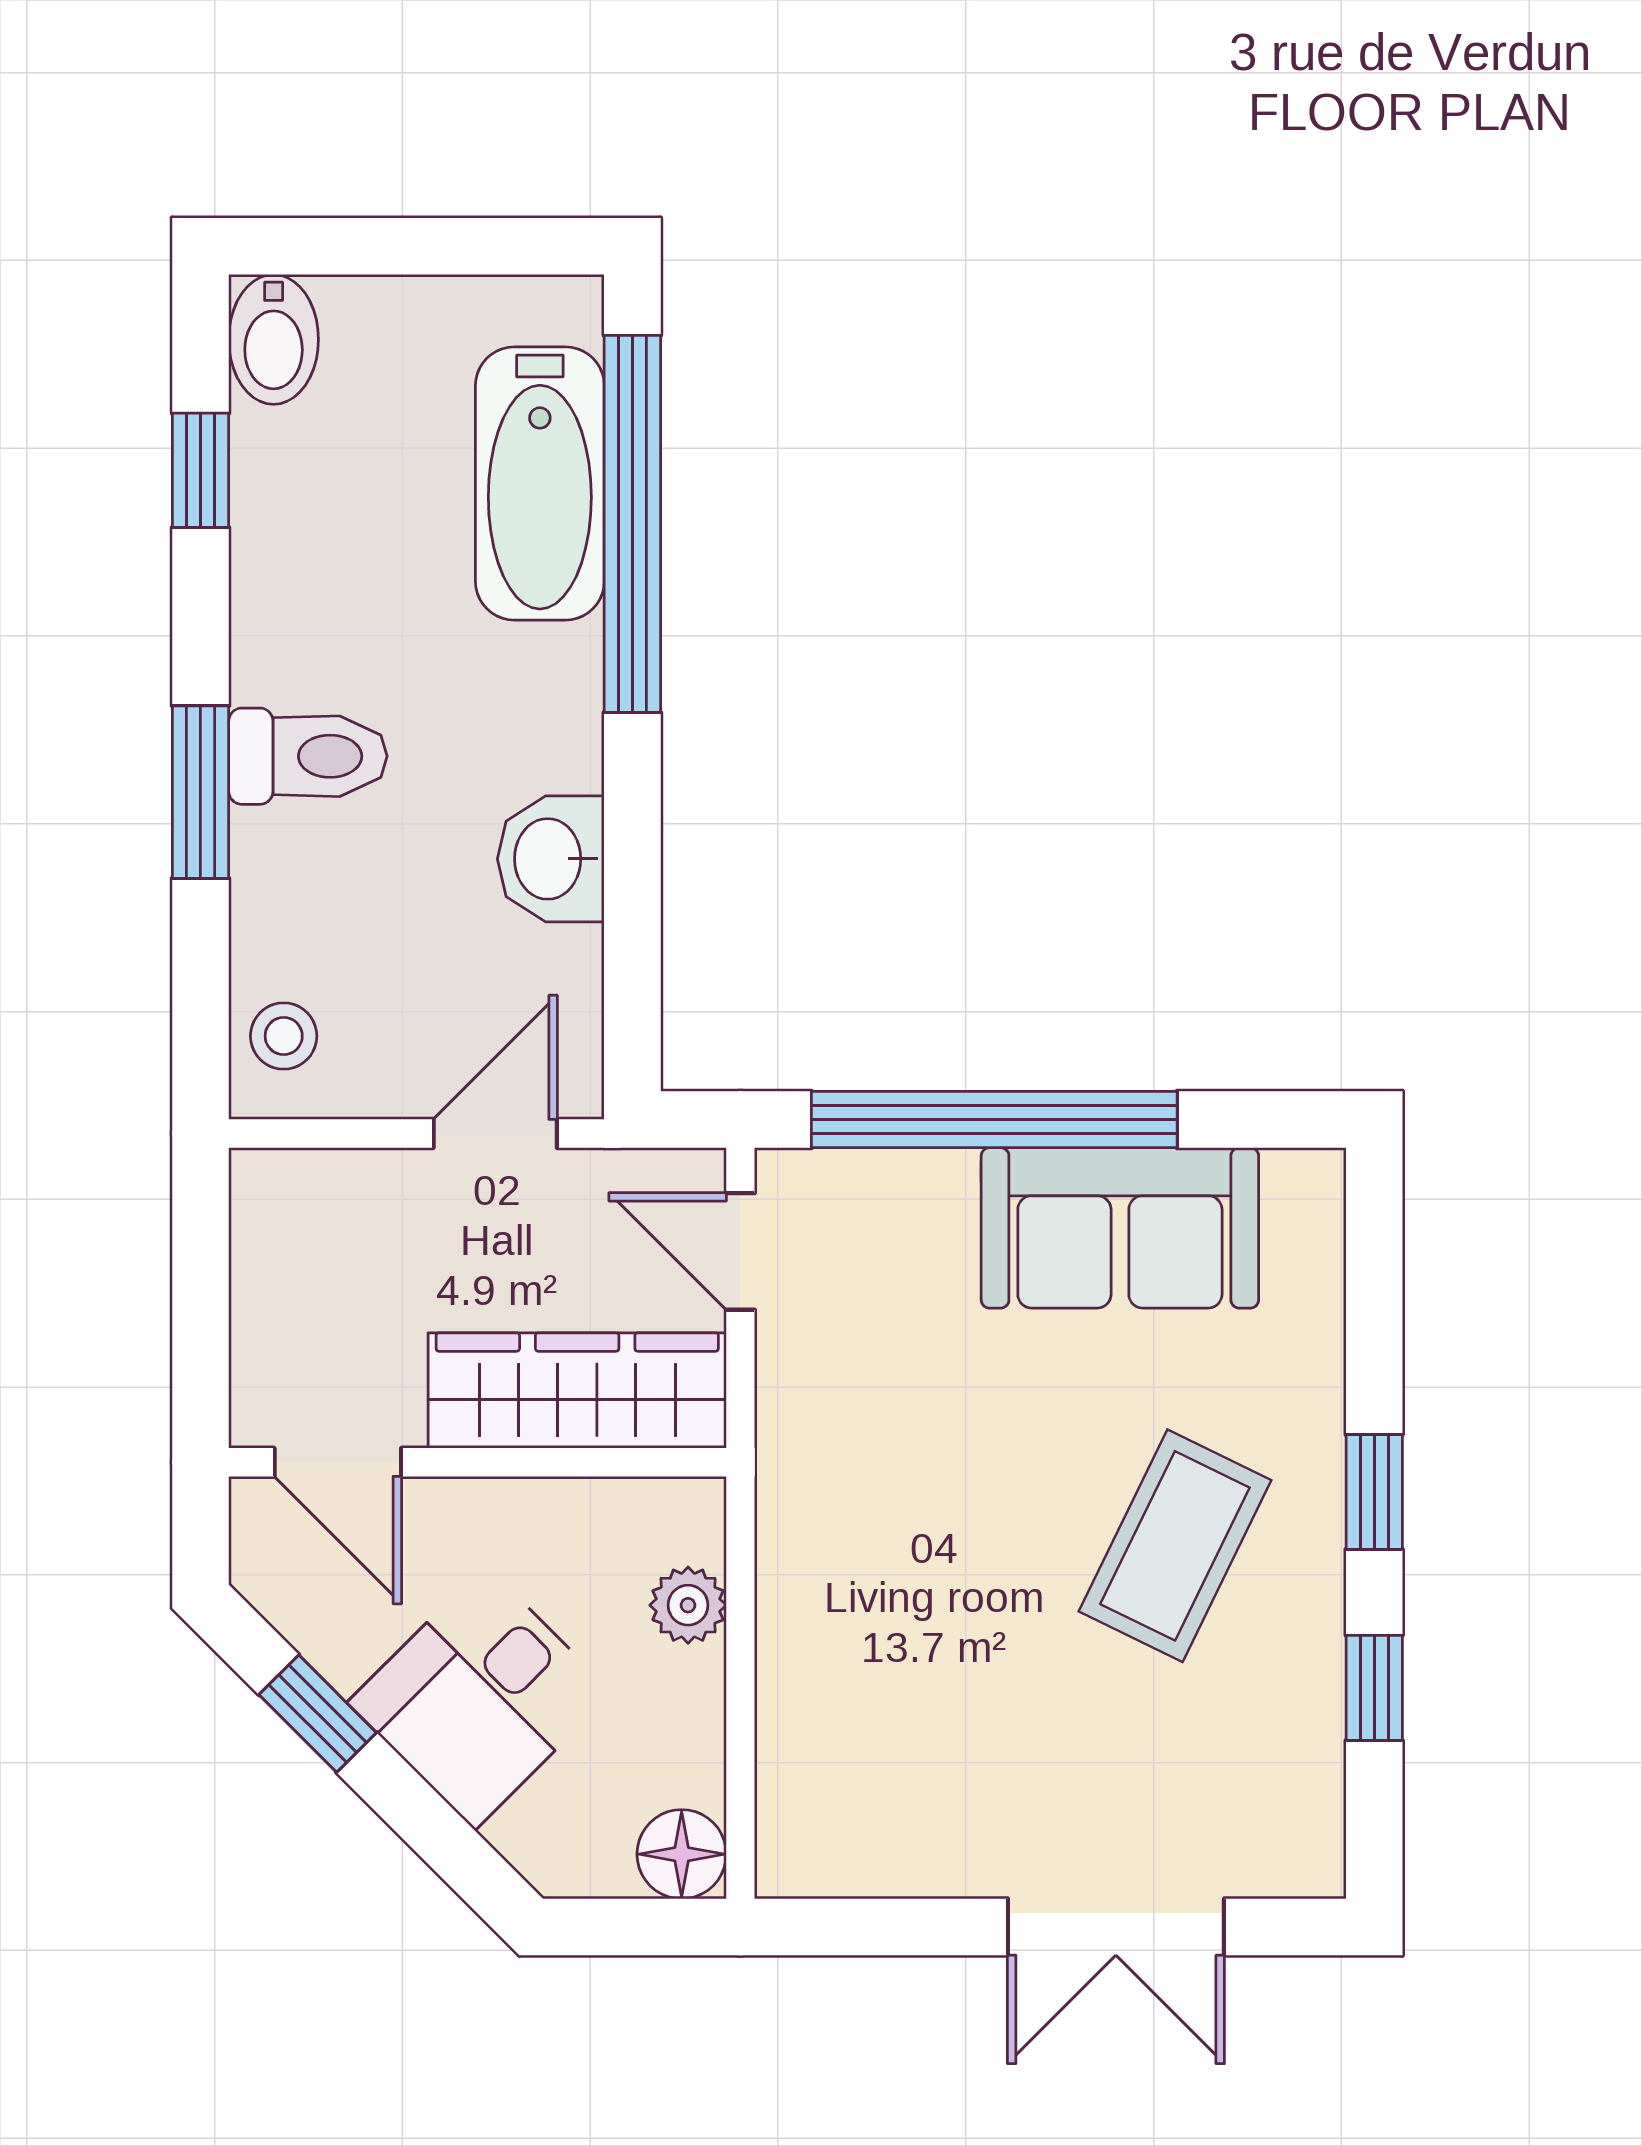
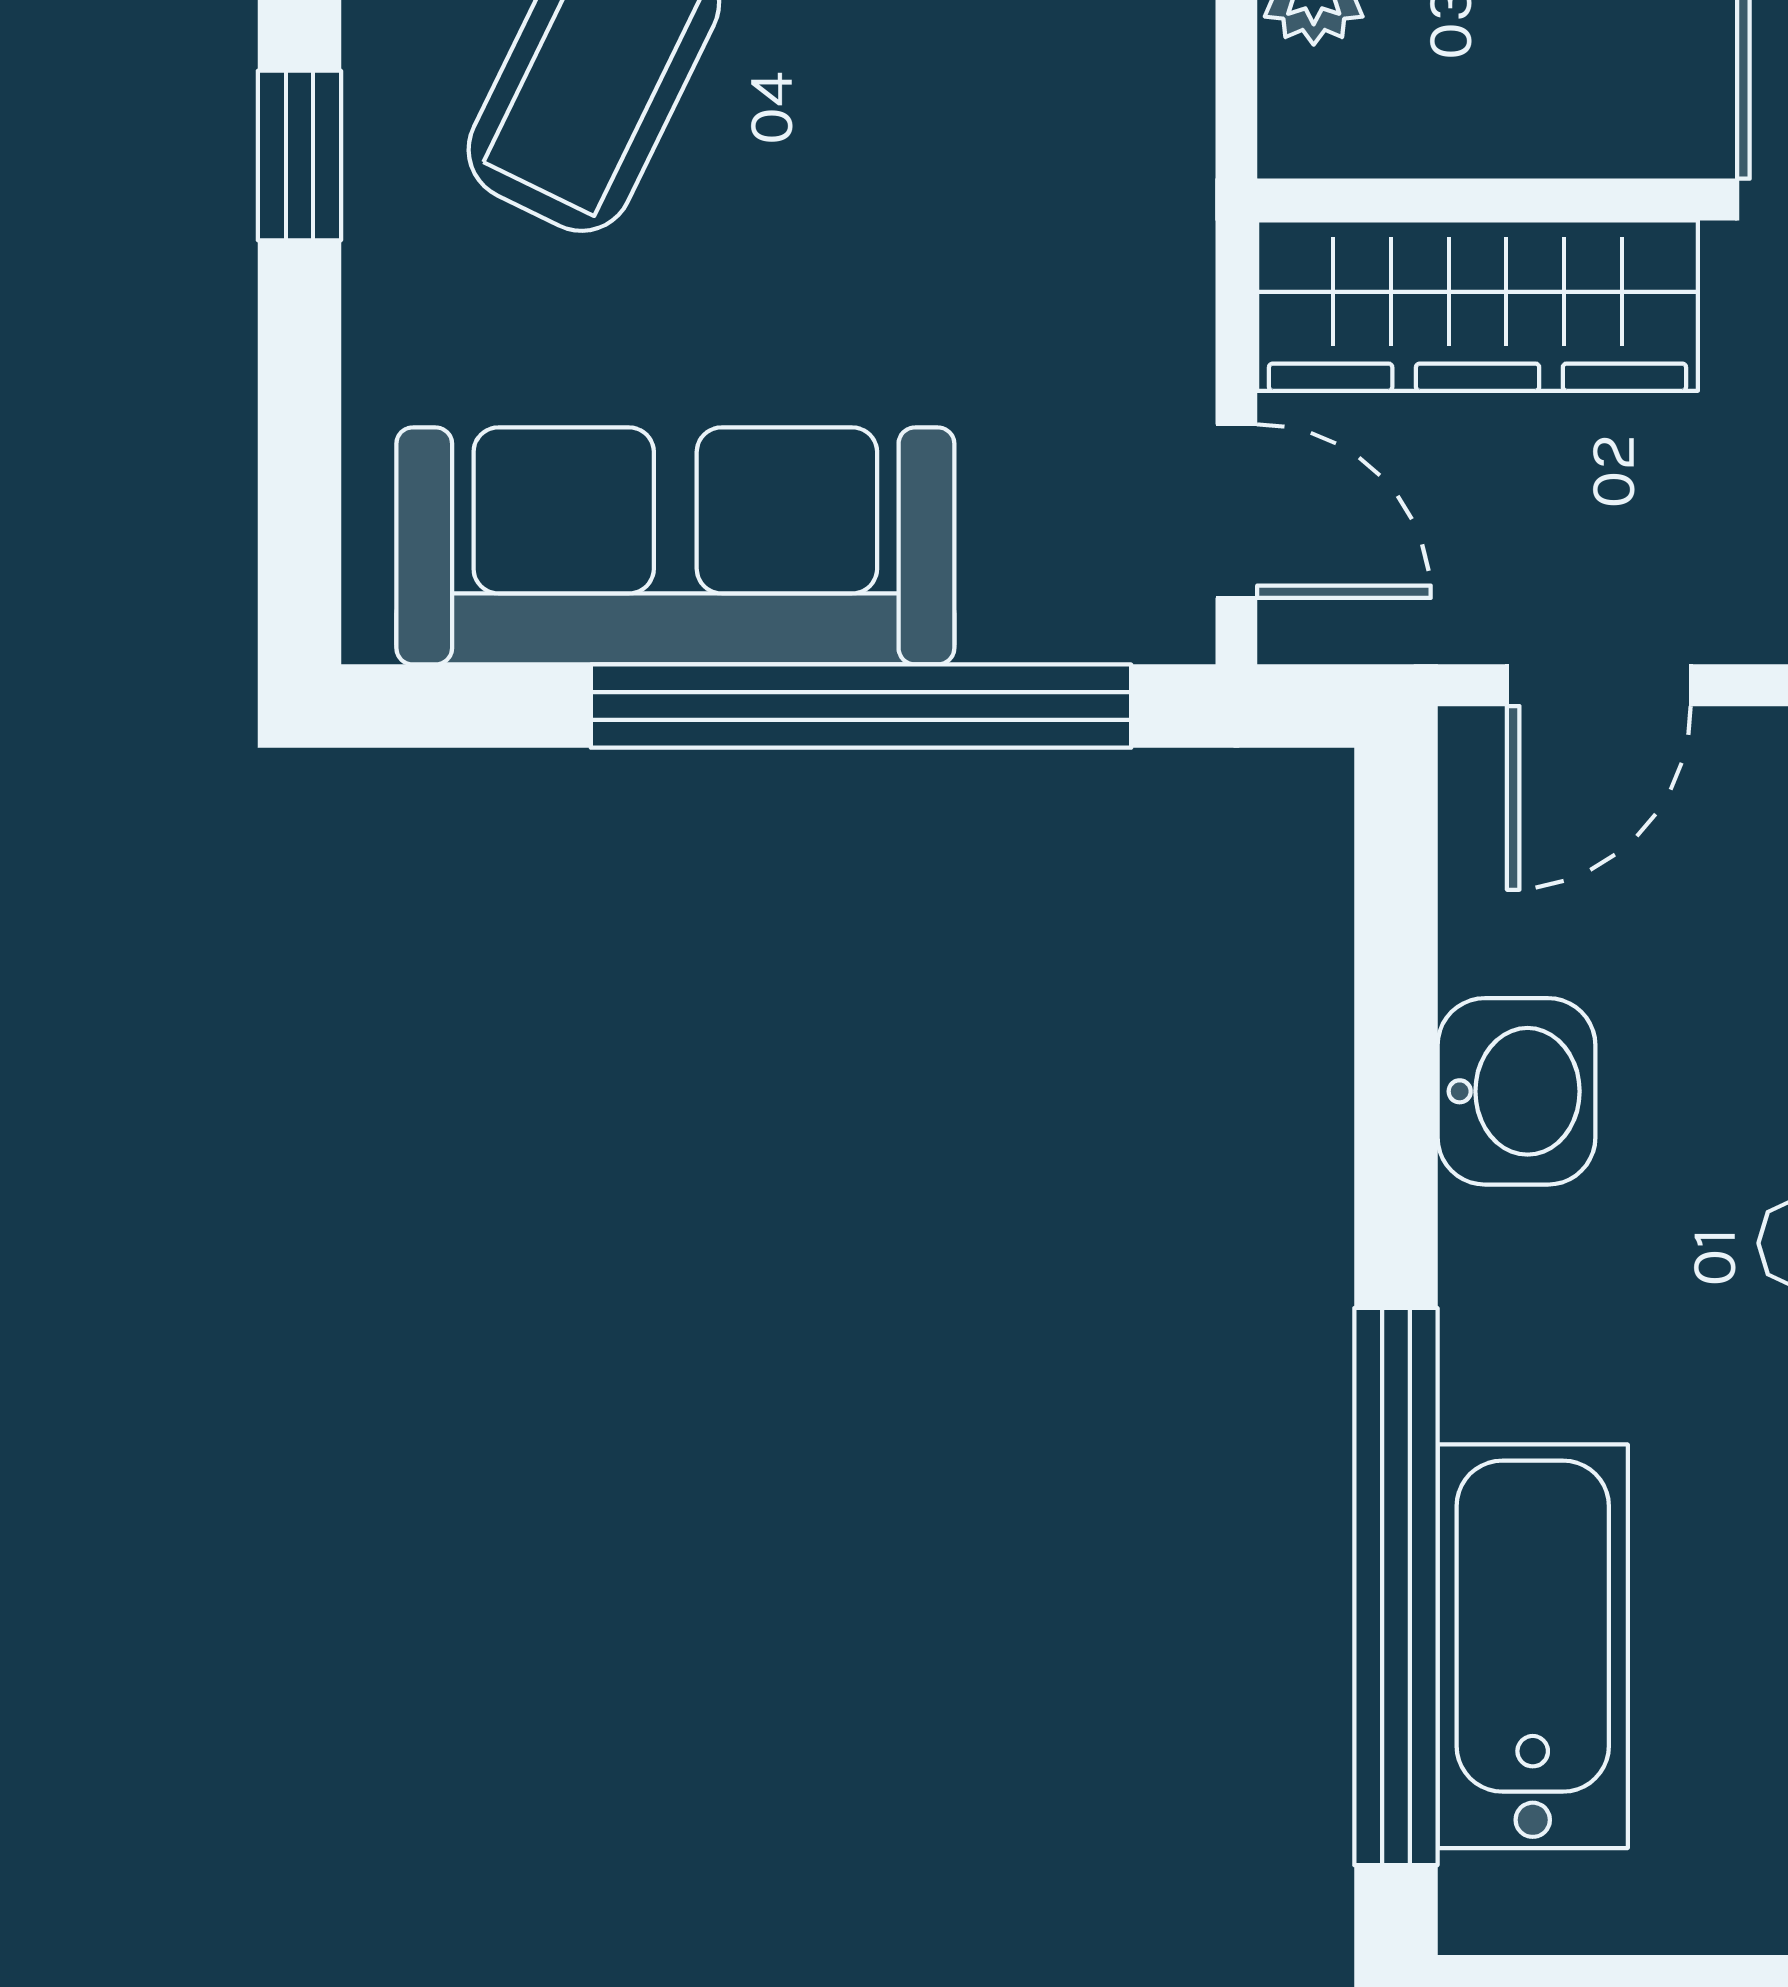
sofa: (1120, 1228) -> (675, 546), width x1.36

